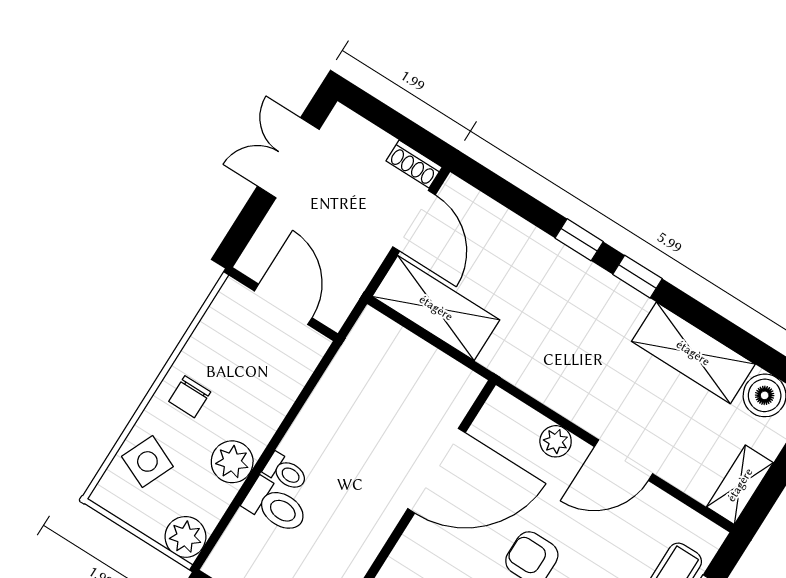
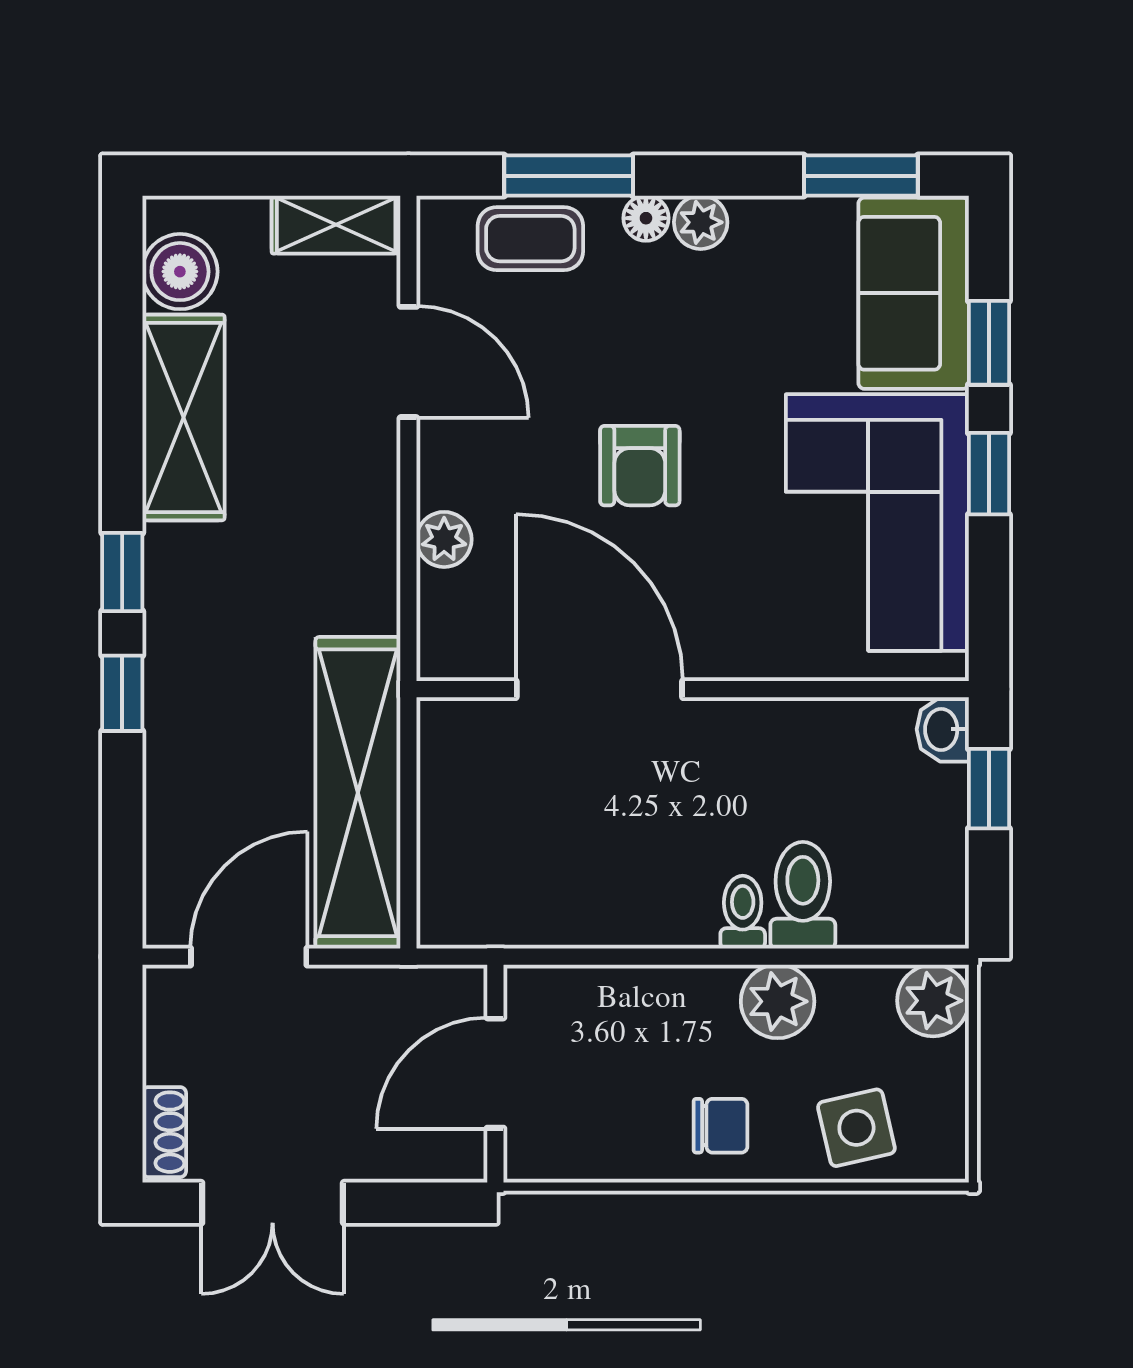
shoe rack: (414, 164) -> (164, 1132), moved
shelving: (436, 308) -> (358, 793), width x1.47
door: (624, 460) -> (408, 362), moved
side table: (147, 461) -> (856, 1128), turned -37

